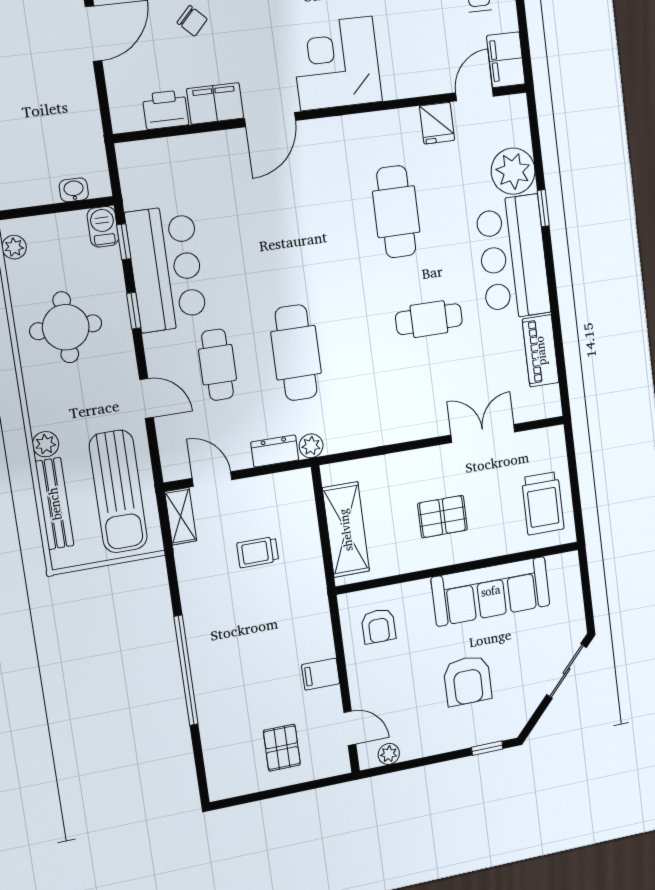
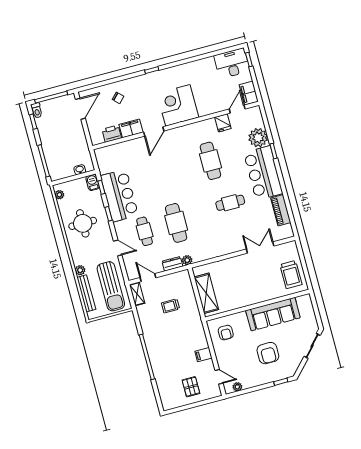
pallet: (442, 517) -> (247, 284), removed

